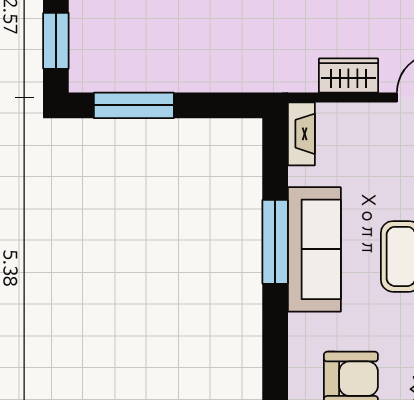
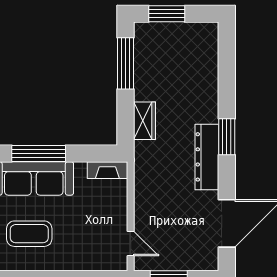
wardrobe: (348, 76) -> (145, 121), moved

